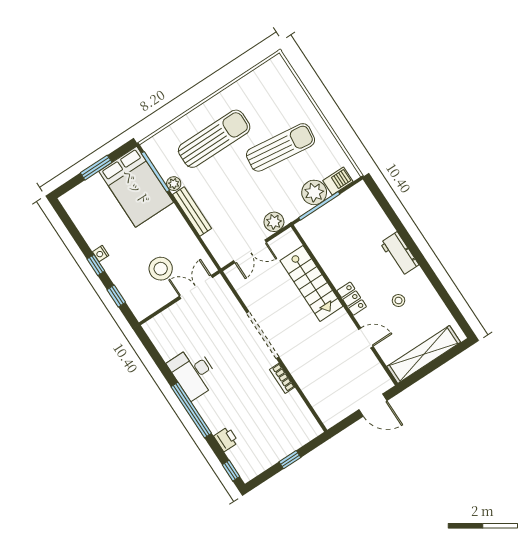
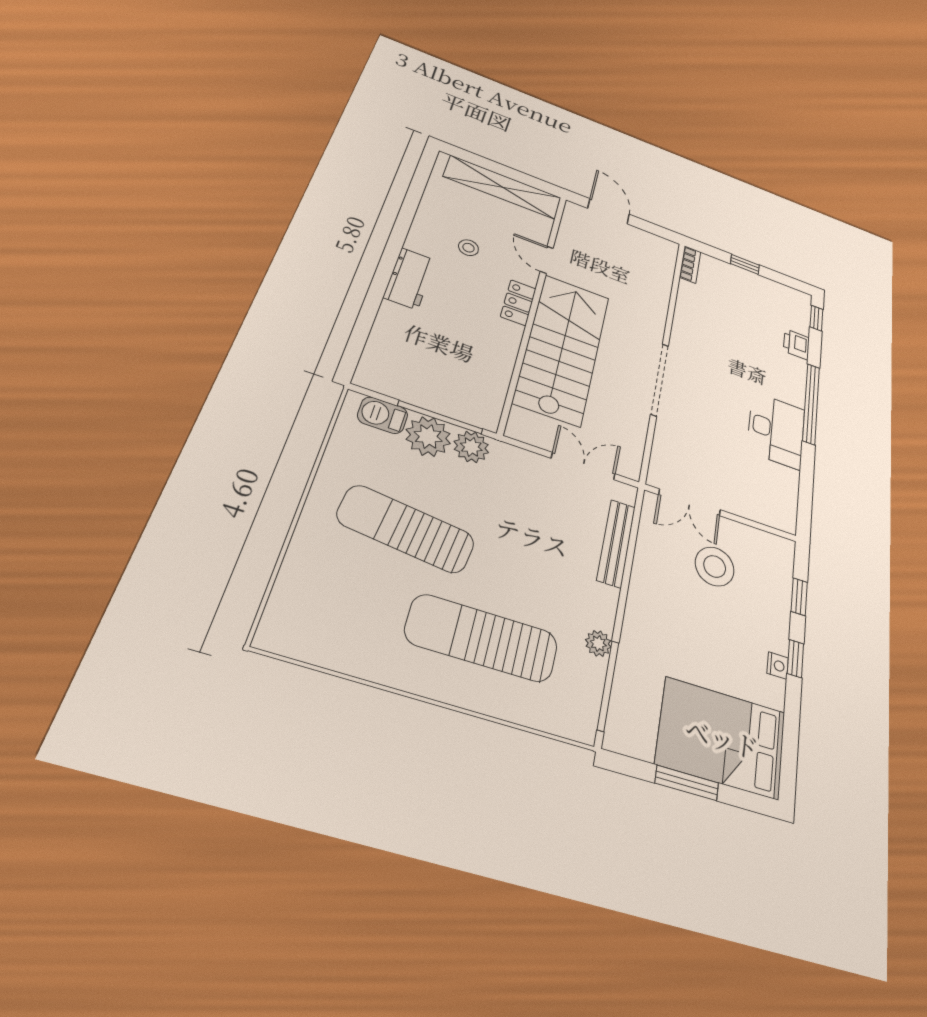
bed: (136, 187) -> (722, 738), moved, turned -90
bench: (192, 212) -> (616, 543), moved
plant: (274, 222) -> (471, 447), moved
stairs: (311, 283) -> (562, 348), width x1.36, depth x1.51
bookcase: (282, 378) -> (690, 265), moved

